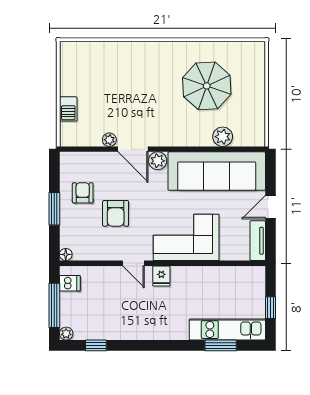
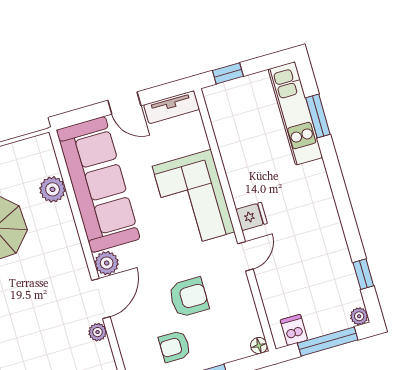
window: (271, 308) -> (228, 73), moved

